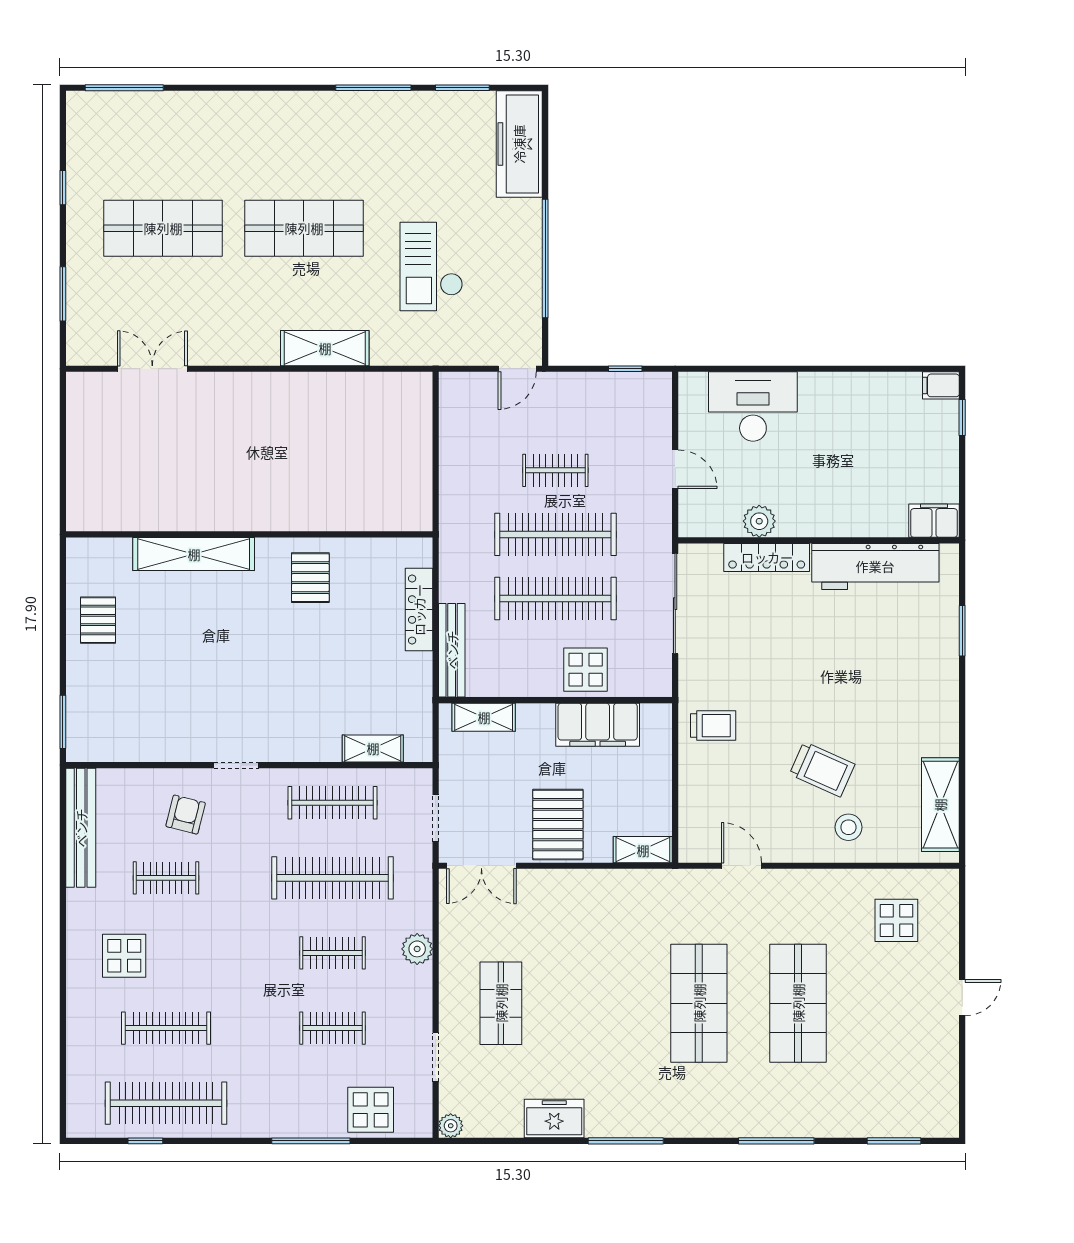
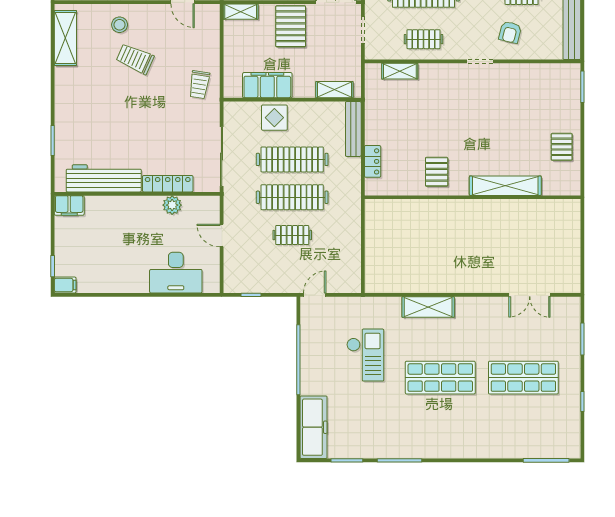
locker: (419, 610) -> (373, 161), width x0.66
trolley: (713, 726) -> (199, 85), turned -81
clothes rail: (333, 803) -> (423, 39), width x0.73

